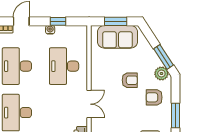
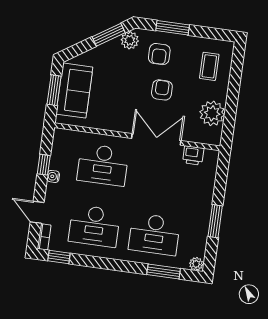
armchair: (130, 80) -> (162, 90), moved
double door: (89, 104) -> (156, 139), width x1.37
window: (175, 116) -> (173, 28), moved

